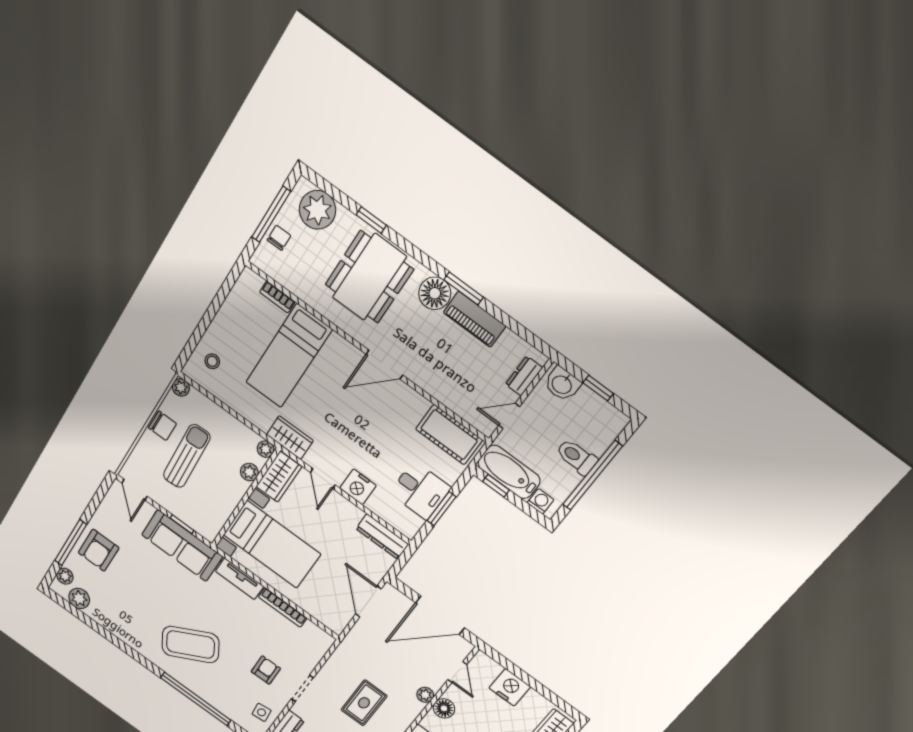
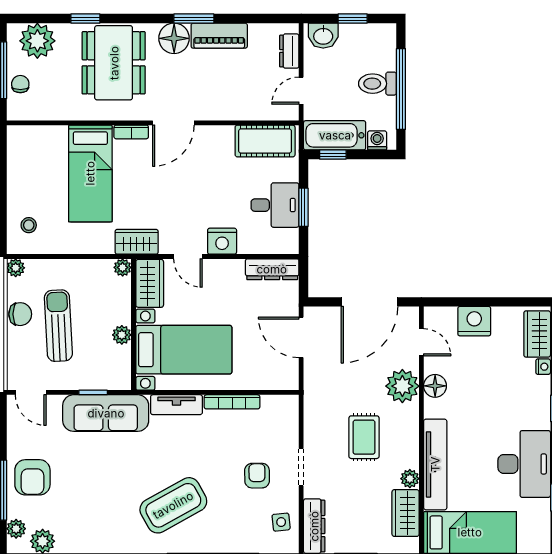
bookcase: (277, 297) -> (131, 132), moved
plant: (249, 472) -> (122, 335), moved
plant: (425, 695) -> (402, 386), width x1.88, depth x1.88

